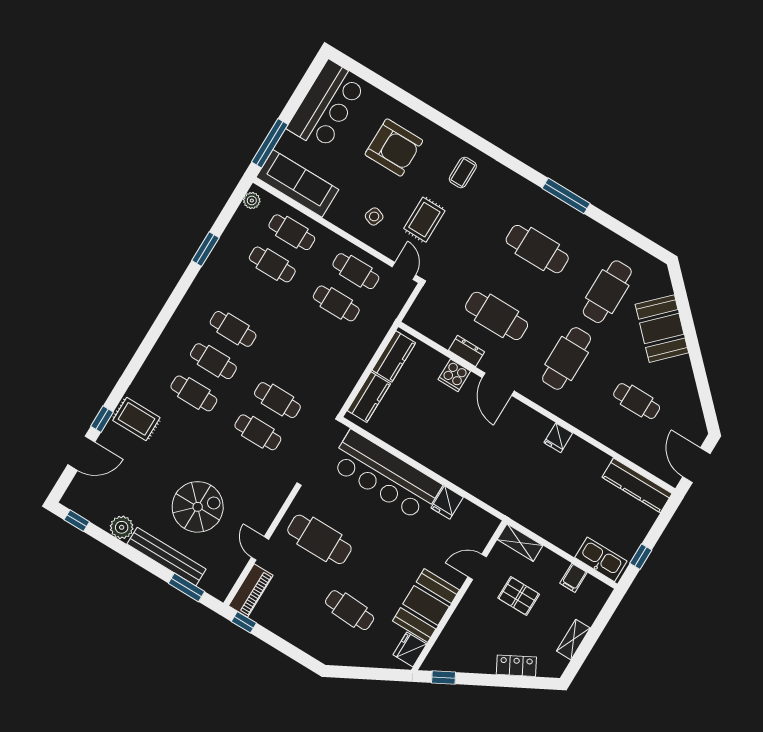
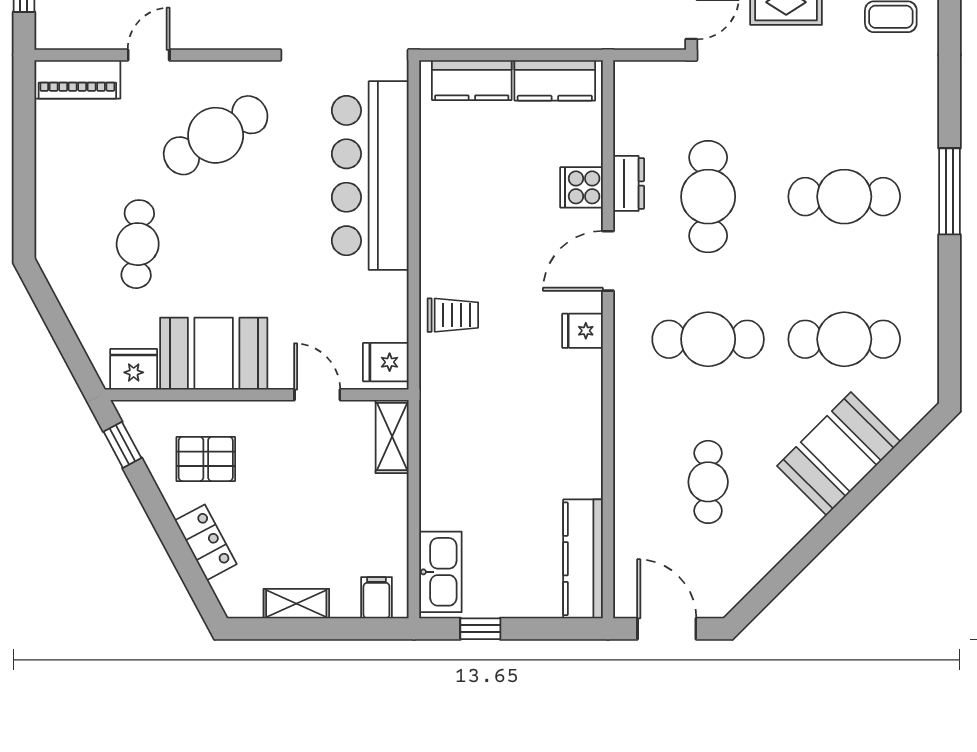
cafe table: (537, 249) -> (844, 197), turned 90
fridge: (558, 438) -> (582, 331), moved
door: (696, 465) -> (667, 629), hinge flipped
trolley: (479, 477) -> (453, 315), added
fridge: (447, 503) -> (386, 362), moved
cafe table: (319, 539) -> (216, 135), turned 59
filing cabinet: (573, 578) -> (376, 598), moved, turned 90
pallet: (519, 596) -> (206, 459), moved, turned 90
window: (244, 622) -> (24, 98), removed

